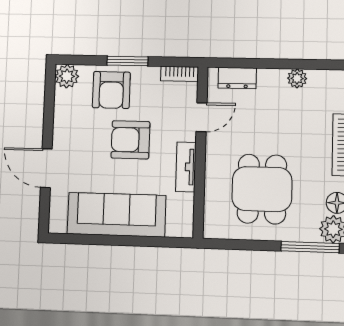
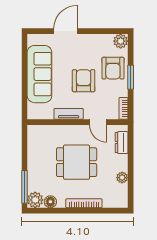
armchair: (111, 90) -> (113, 68), turned -90
dining table: (262, 189) -> (77, 162), moved

